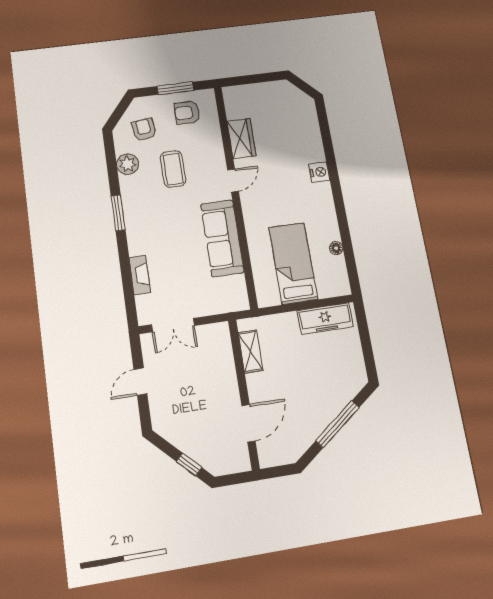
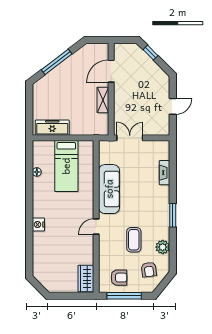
window: (175, 88) -> (124, 296), width x1.44
wardrobe: (241, 138) -> (86, 278), moved
double door: (173, 325) -> (130, 138), moved
shelving: (250, 351) -> (103, 100), moved

